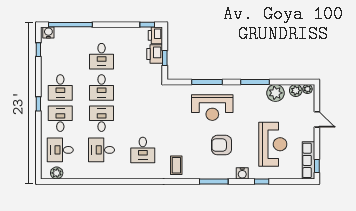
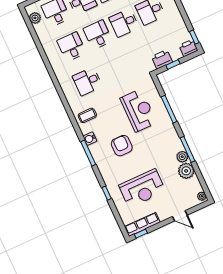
printer: (155, 54) -> (162, 59), moved
plant: (296, 90) -> (182, 157), moved
reception desk: (212, 108) -> (138, 110), moved, turned 180
desk: (102, 119) -> (98, 35), turned -90
door: (317, 119) -> (180, 216), hinge flipped
water cooler: (242, 173) -> (90, 139), moved

